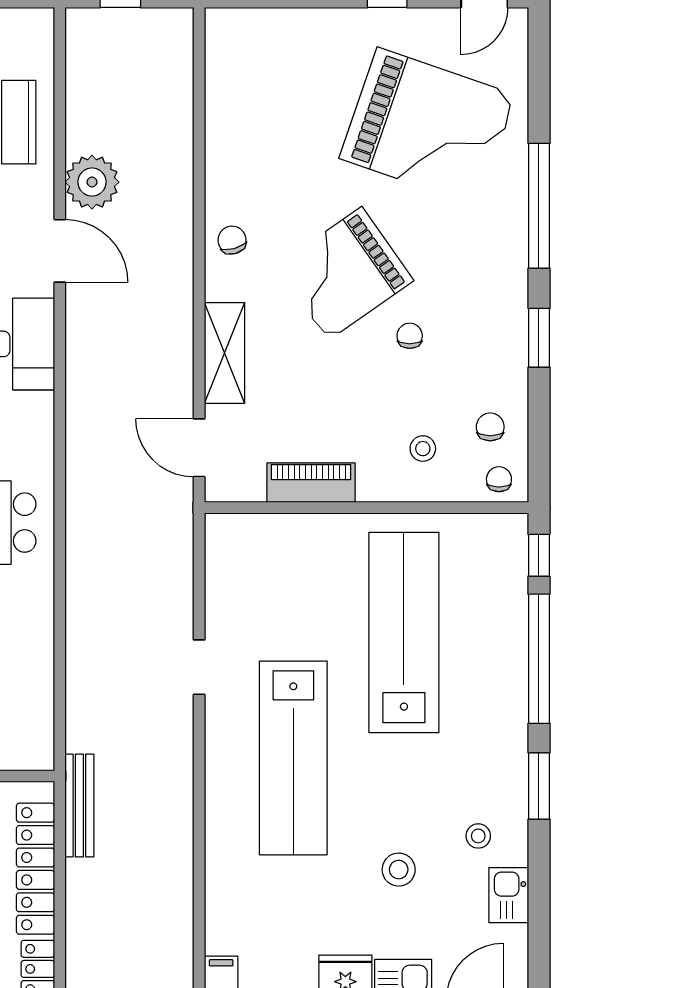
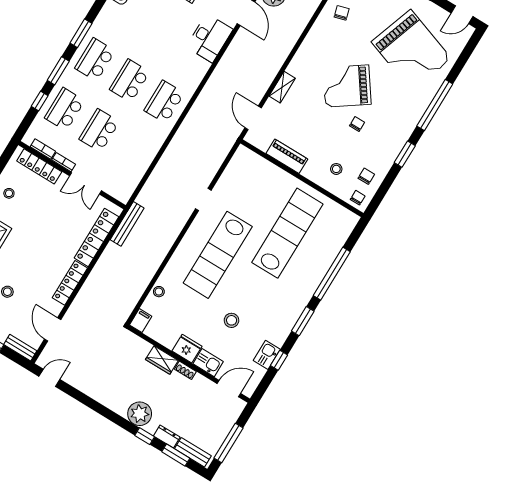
chair: (232, 240) -> (342, 13), moved
shelving: (225, 353) -> (282, 87), width x0.67, depth x0.75
window: (539, 555) -> (279, 360), moved
stool: (478, 836) -> (159, 292), moved

